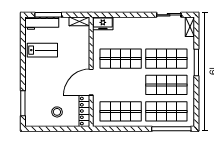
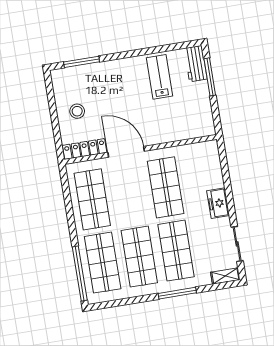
shelving: (79, 21) -> (208, 122), removed
workbench: (42, 23) -> (196, 64), width x0.73
freezer: (103, 23) -> (218, 203), moved
lab bench: (42, 50) -> (160, 77), turned 180

